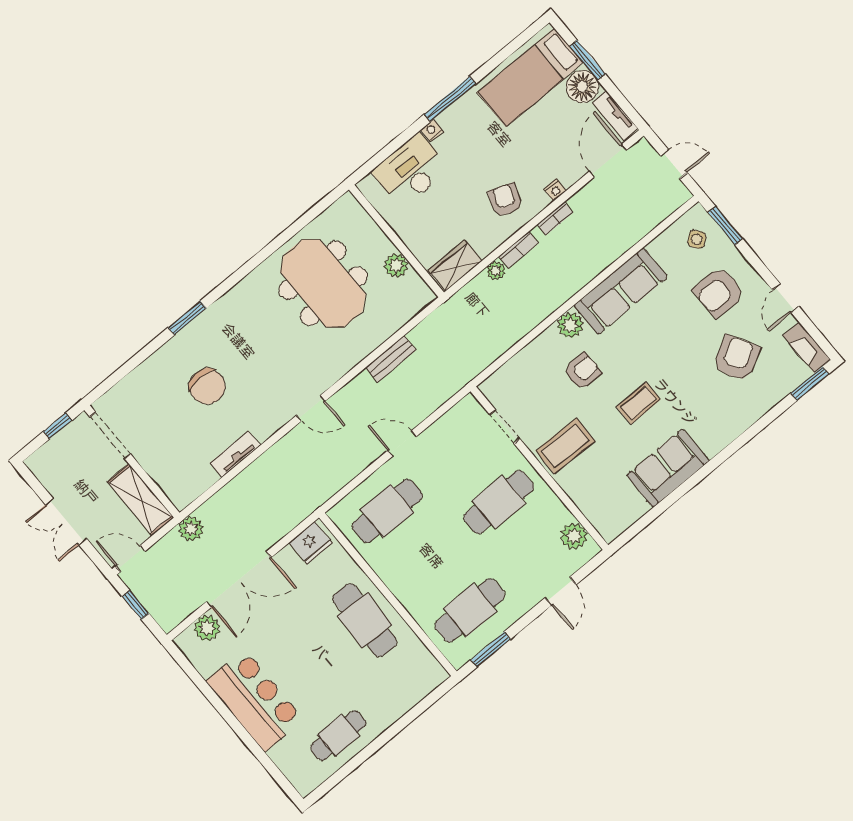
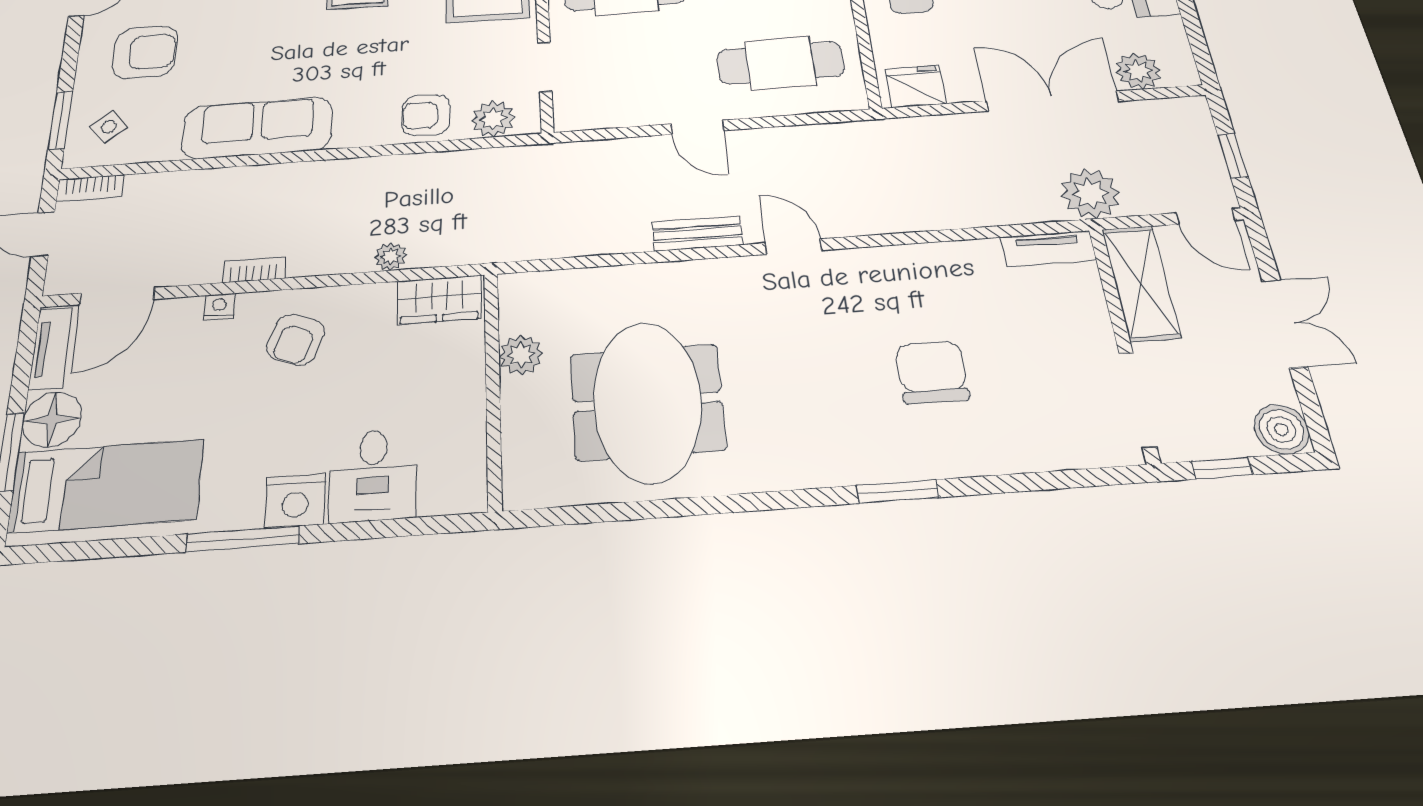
nightstand: (432, 130) -> (295, 501), width x1.89, depth x1.79
desk: (411, 171) -> (373, 475), width x0.73
bookcase: (519, 250) -> (90, 188), moved, turned 180
plant: (570, 325) -> (493, 119), moved
bench: (391, 359) -> (697, 233), moved
armchair: (583, 371) -> (426, 115), moved
tv unit: (235, 454) -> (1048, 249), moved
boiler: (42, 463) -> (1281, 429), added
plant: (191, 529) -> (1090, 194), width x1.36, depth x1.36

